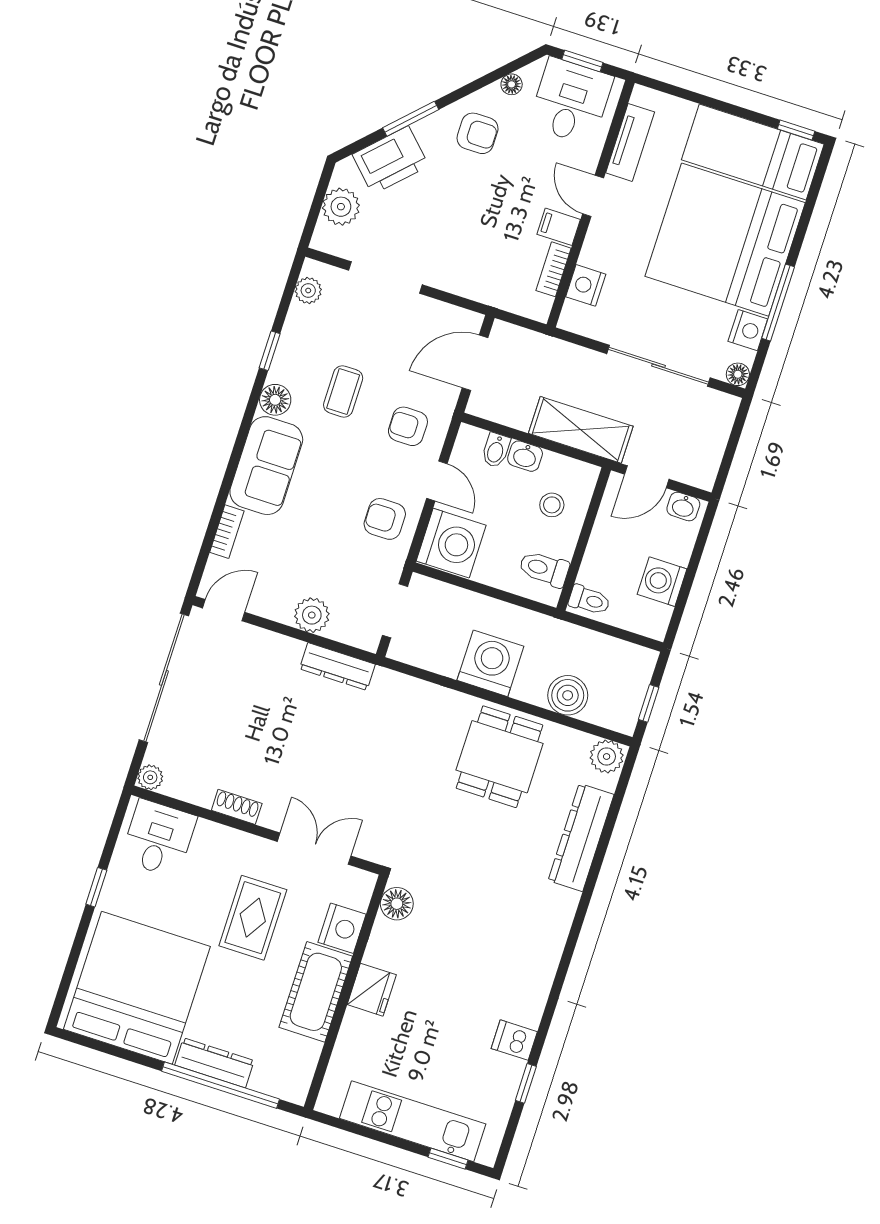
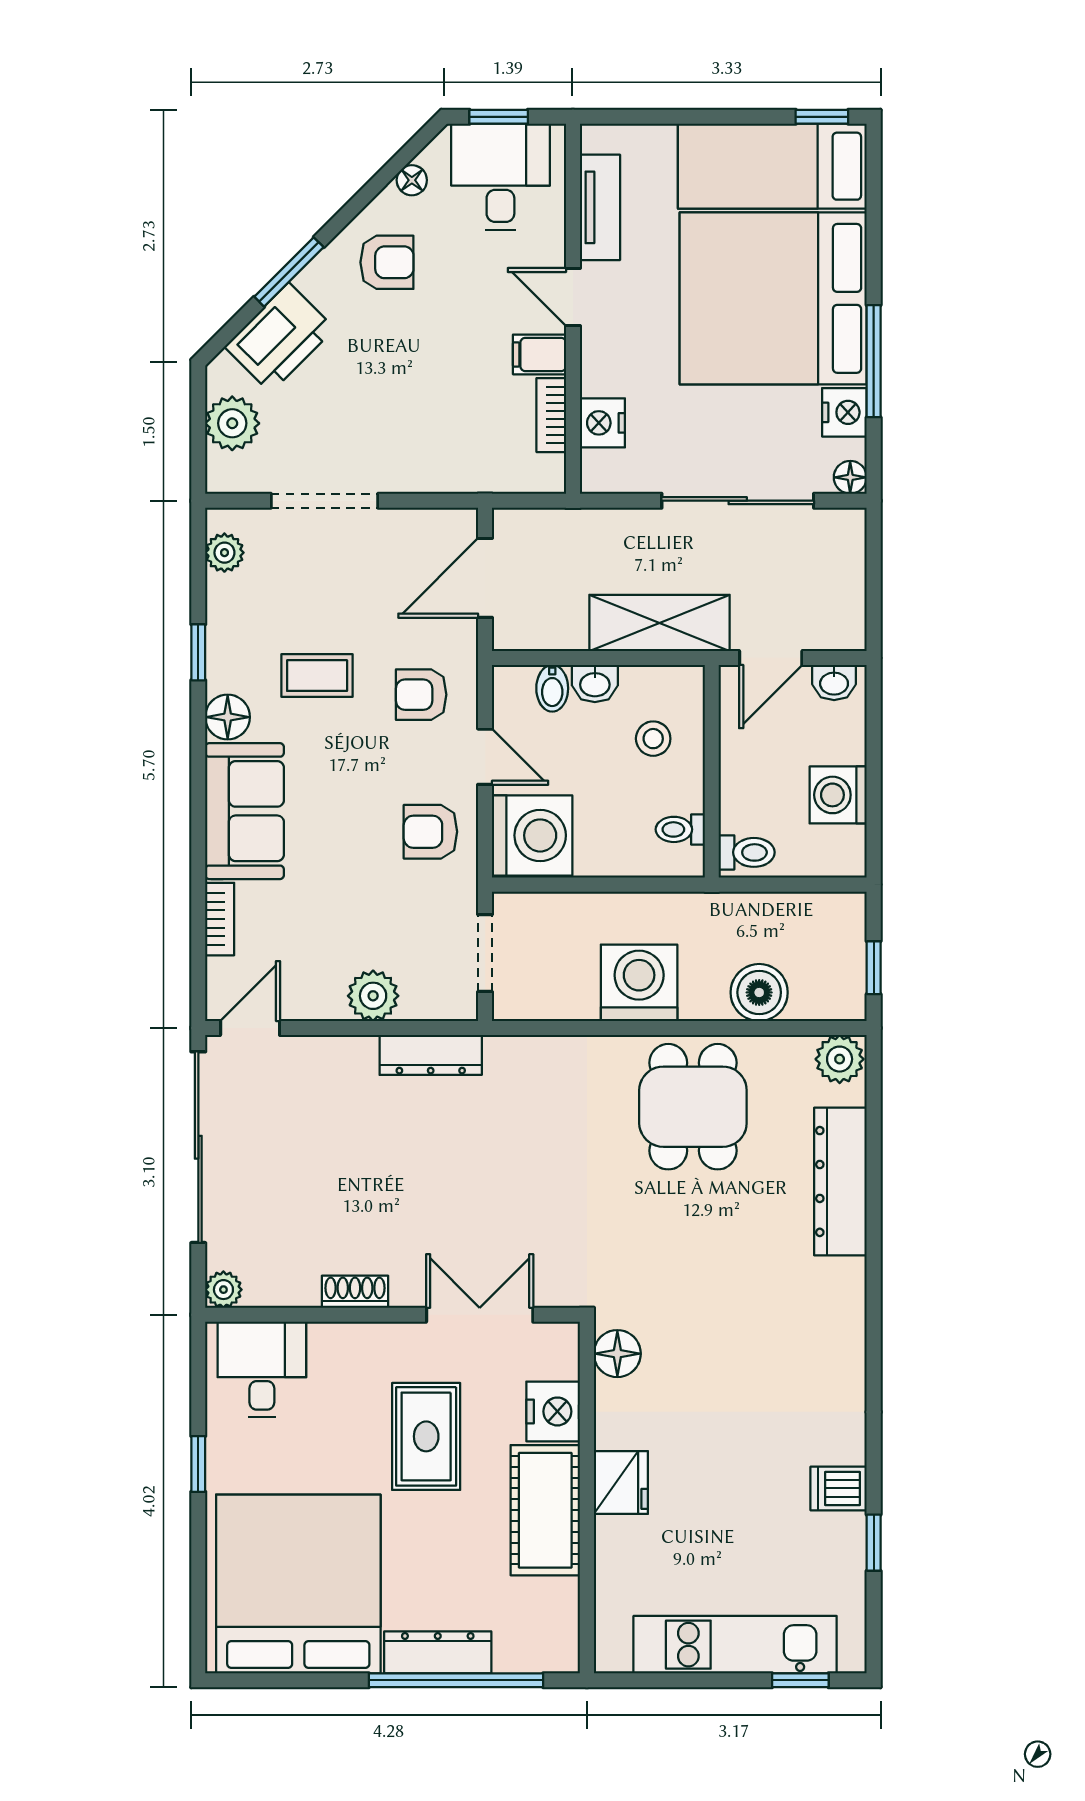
coffee table: (343, 391) -> (317, 676), turned 90
toilet: (544, 569) -> (680, 829), width x0.73, depth x0.72

